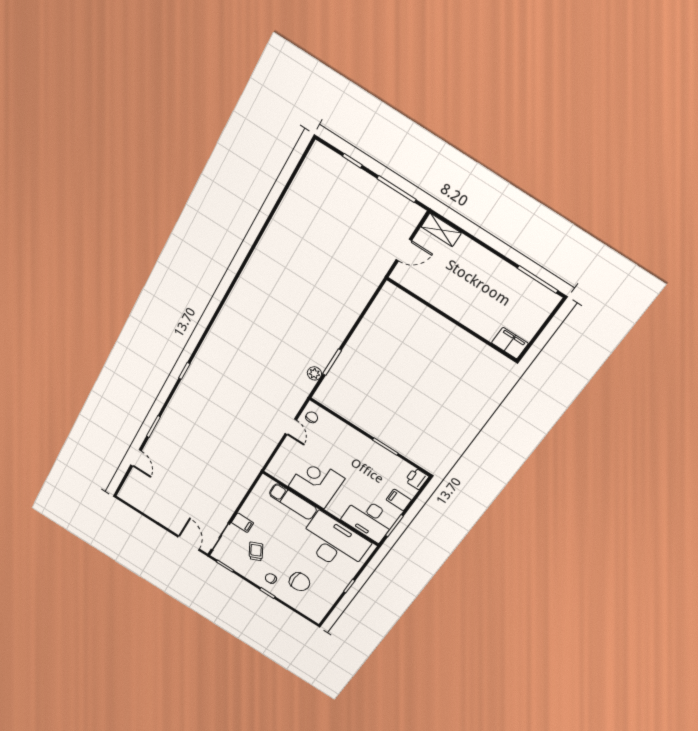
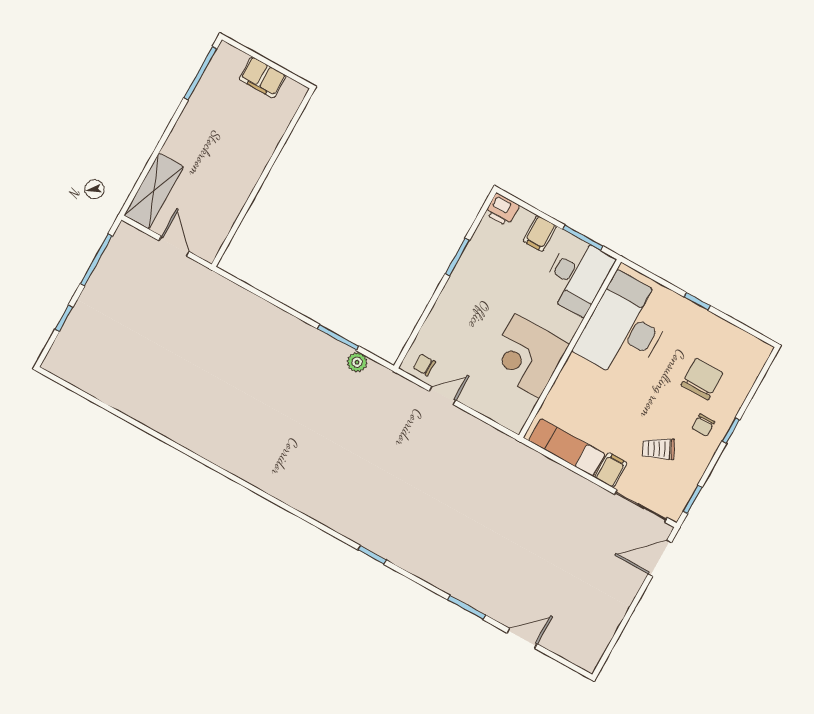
shelving: (441, 230) -> (154, 191), width x1.50, depth x1.33
filing cabinet: (510, 343) -> (263, 77), moved, turned -90
exam couch: (293, 502) -> (567, 447), moved, turned -90

